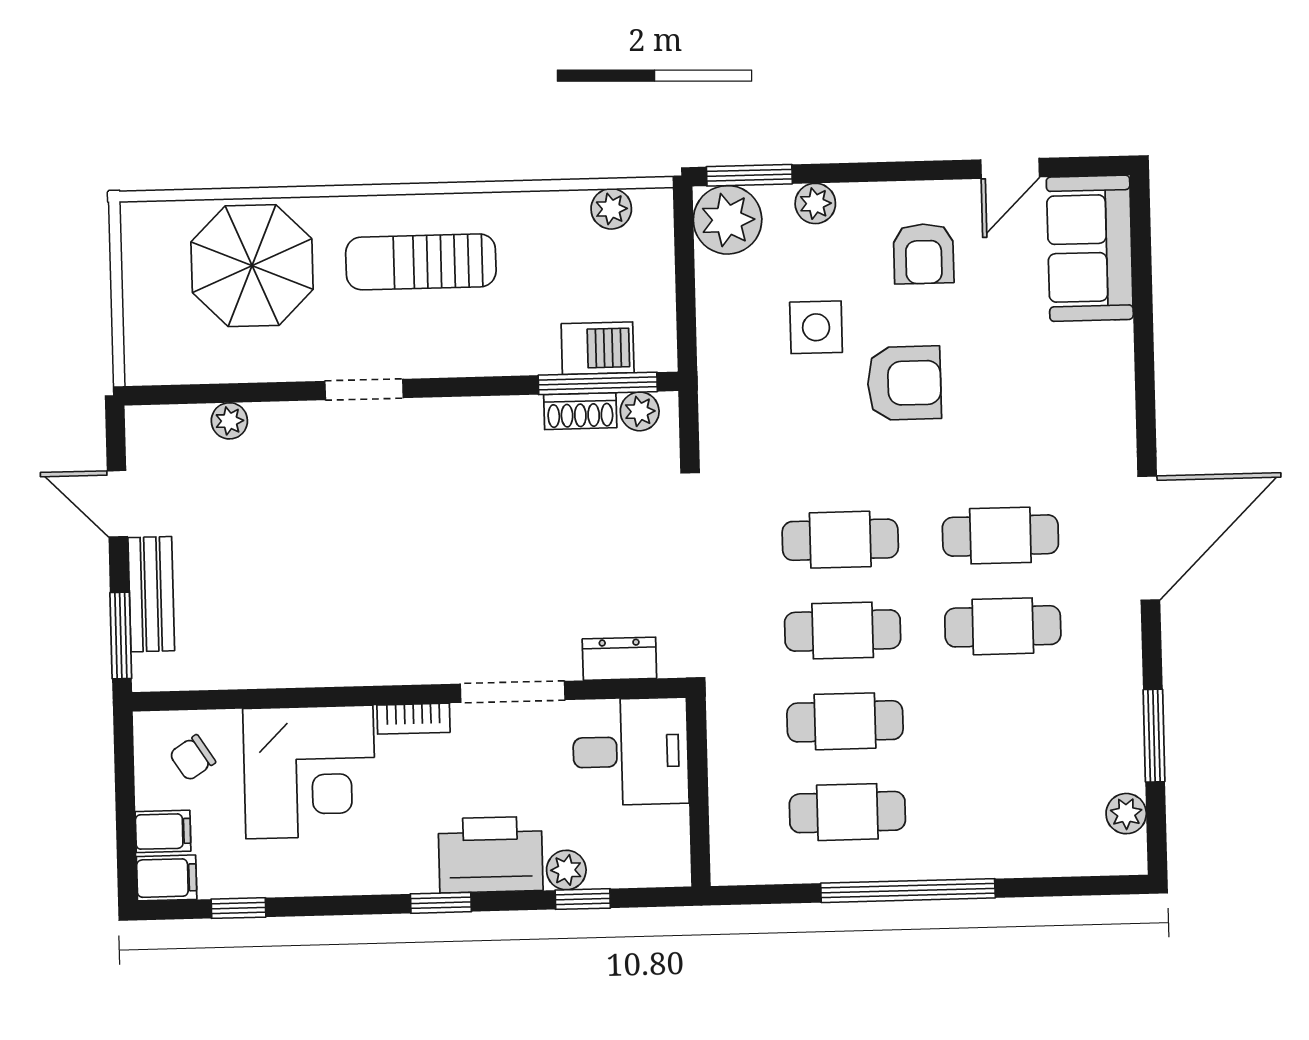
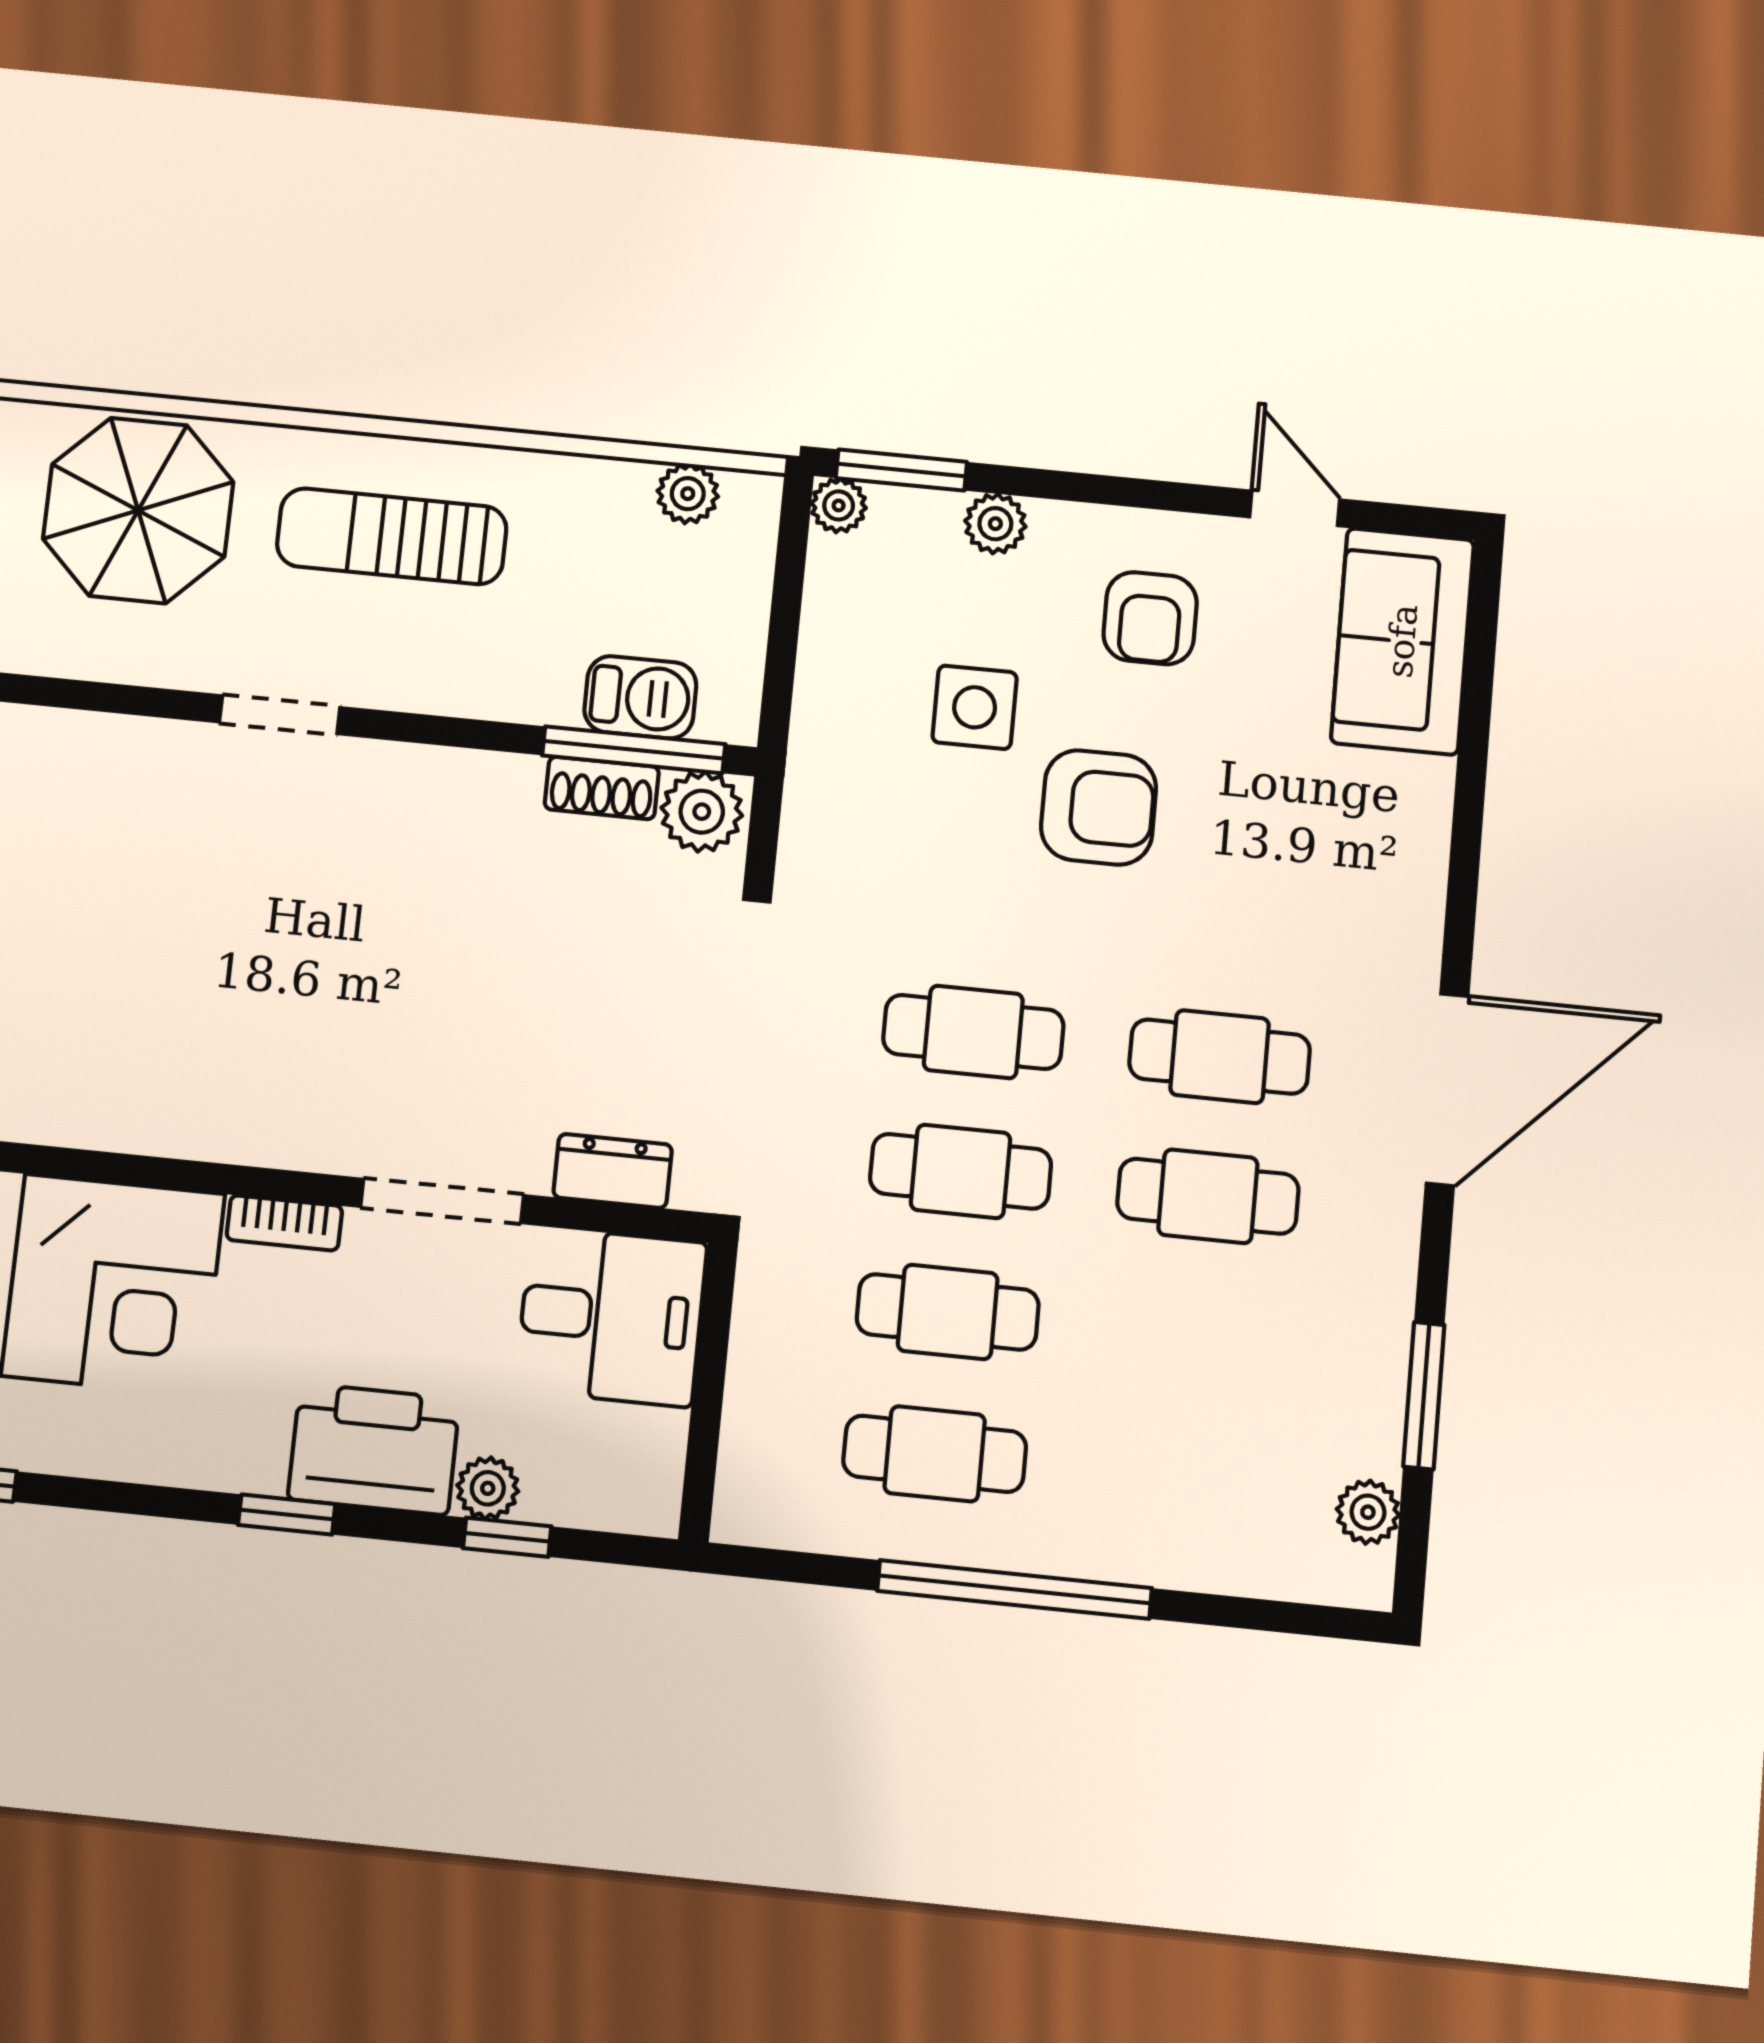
door: (1010, 168) -> (1295, 508), swing flipped
plant: (728, 220) -> (839, 505), width x0.53, depth x0.53
plant: (640, 411) -> (702, 812), width x1.38, depth x1.38
plant: (229, 421) -> (70, 736), removed

